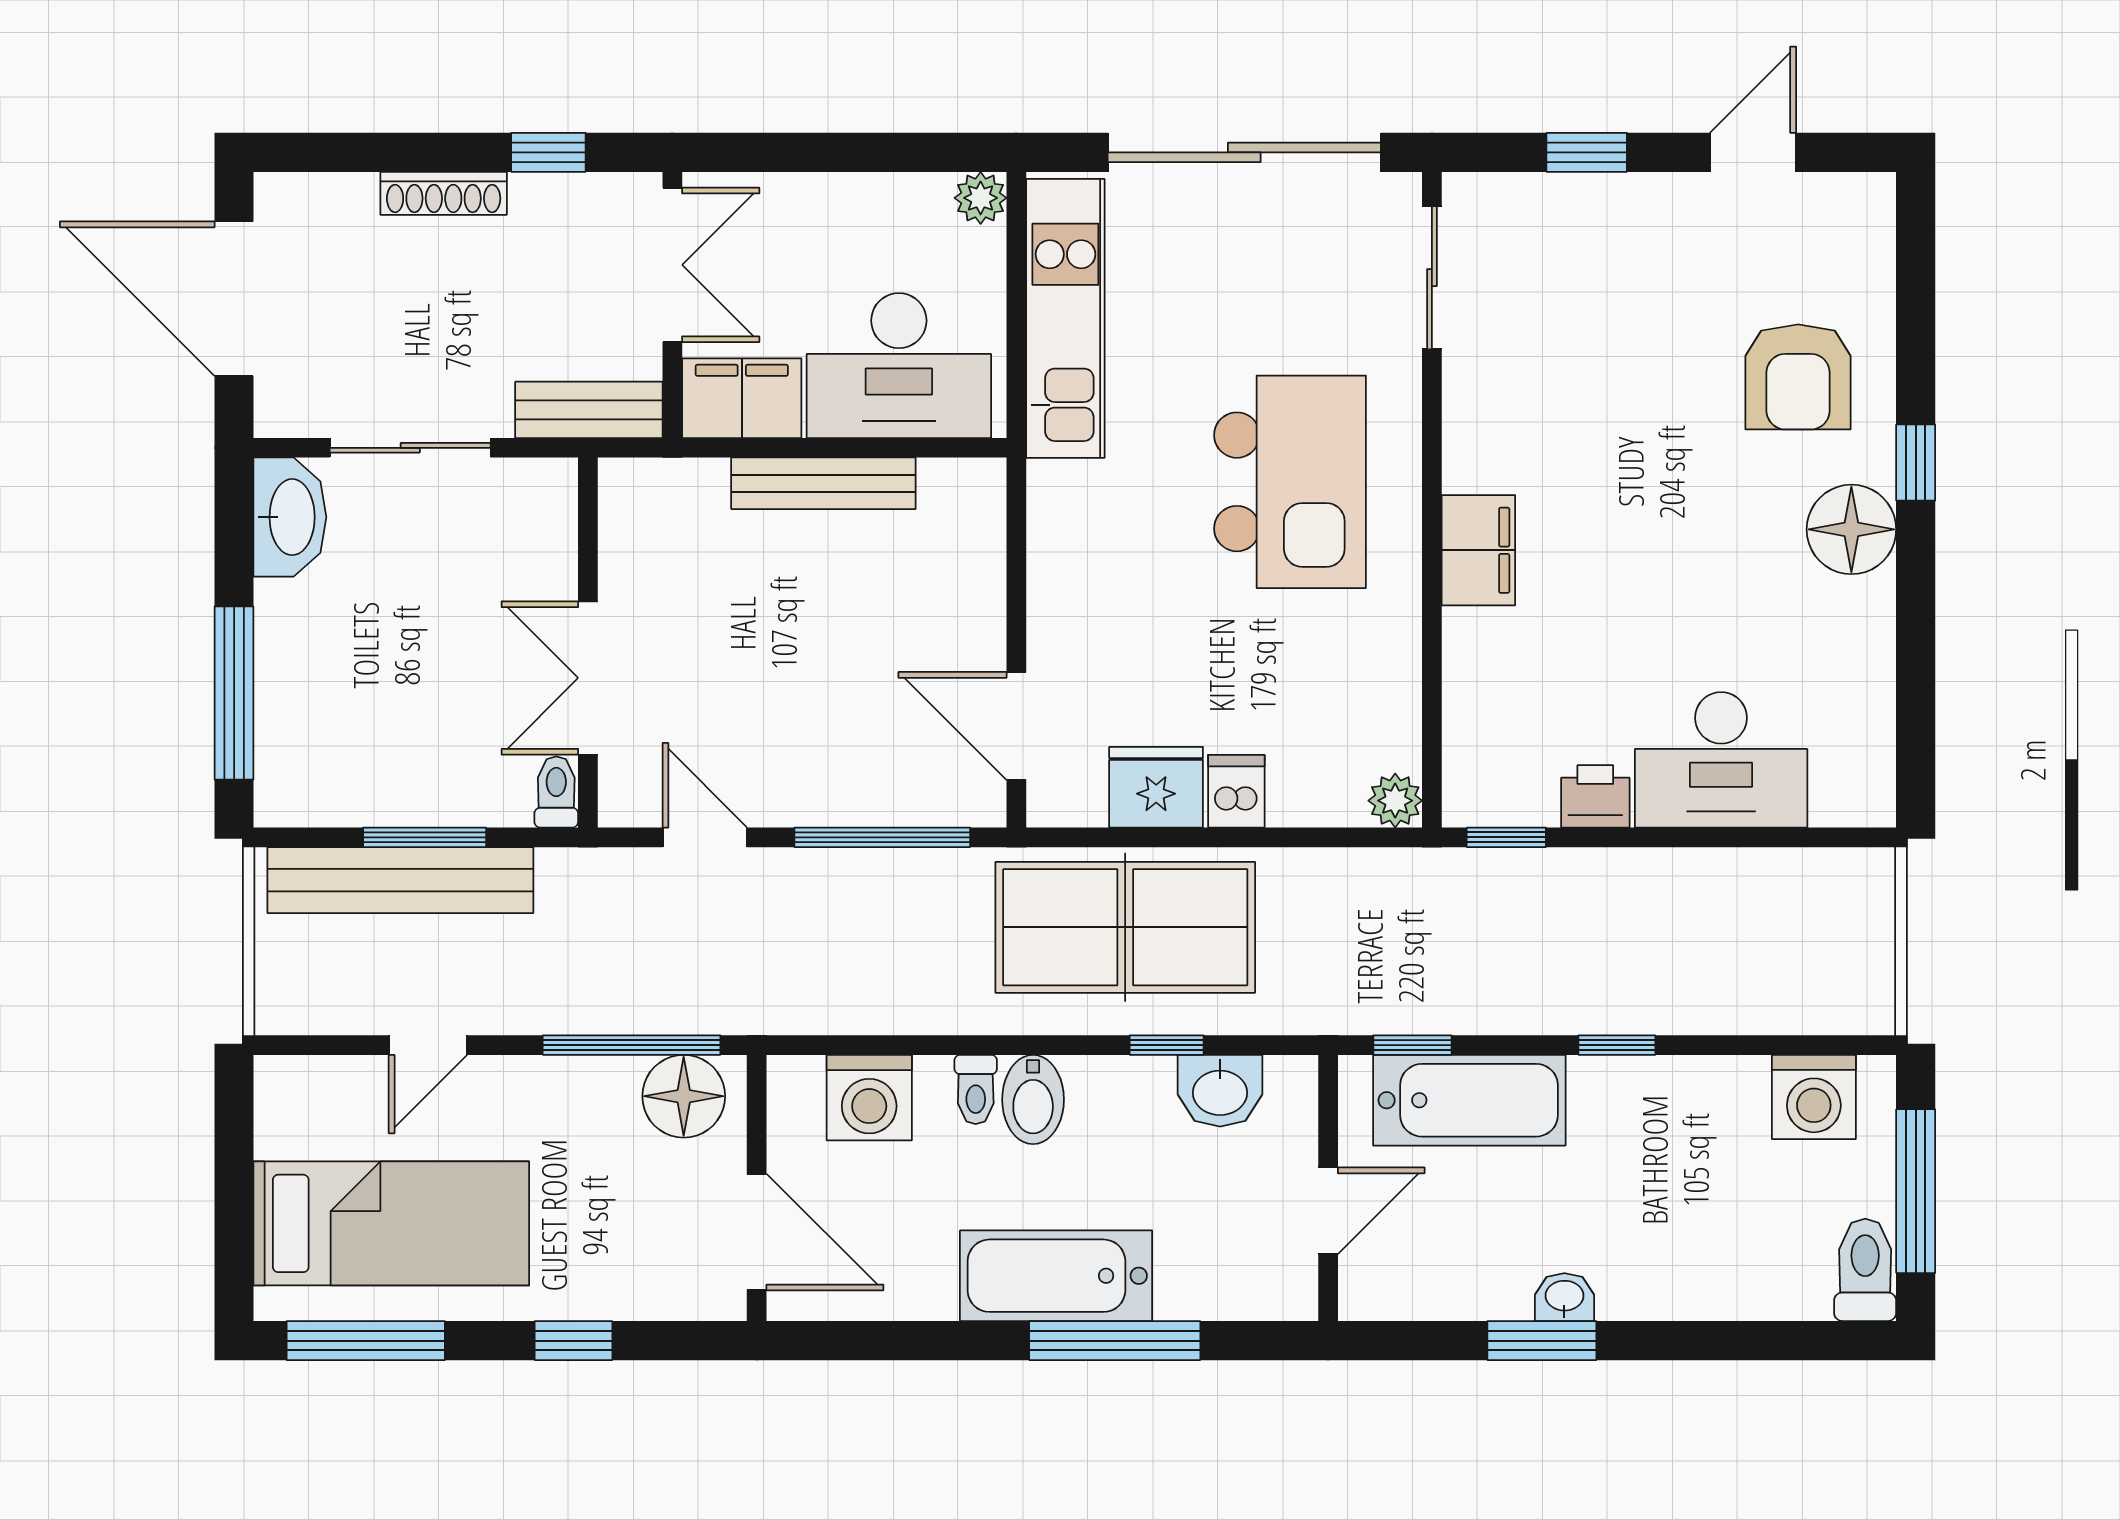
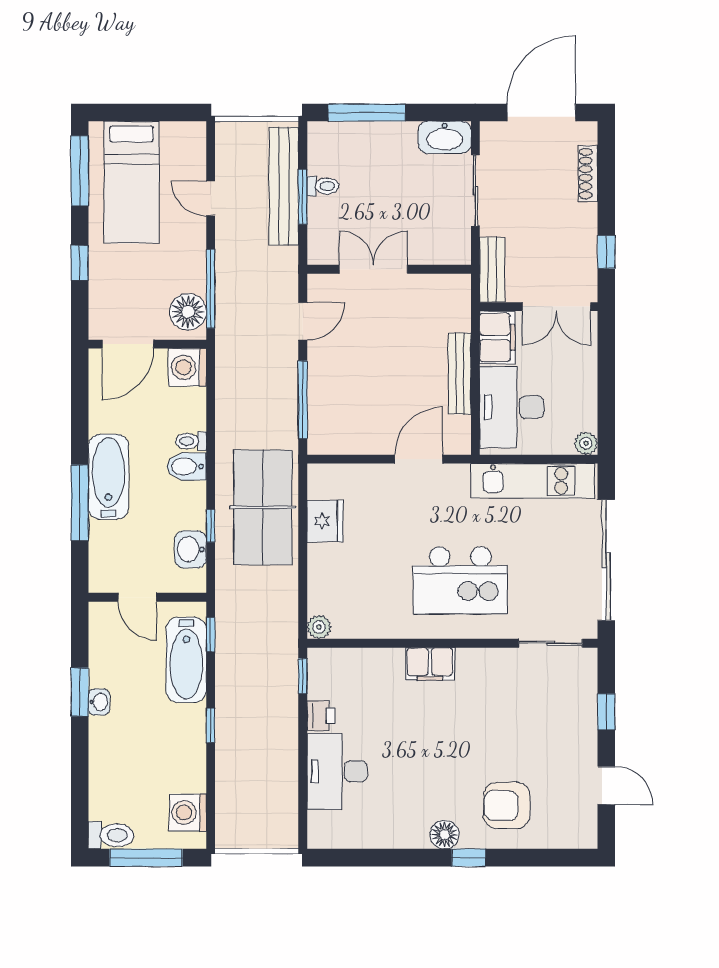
shoe rack: (444, 193) -> (588, 173), moved
floor lamp: (1851, 529) -> (445, 835), width x0.73, depth x0.73
door: (1016, 726) -> (419, 459), moved
dishwasher: (1236, 791) -> (323, 557), removed
toilet: (556, 792) -> (323, 186), moved
washing machine: (869, 1098) -> (187, 367), moved

